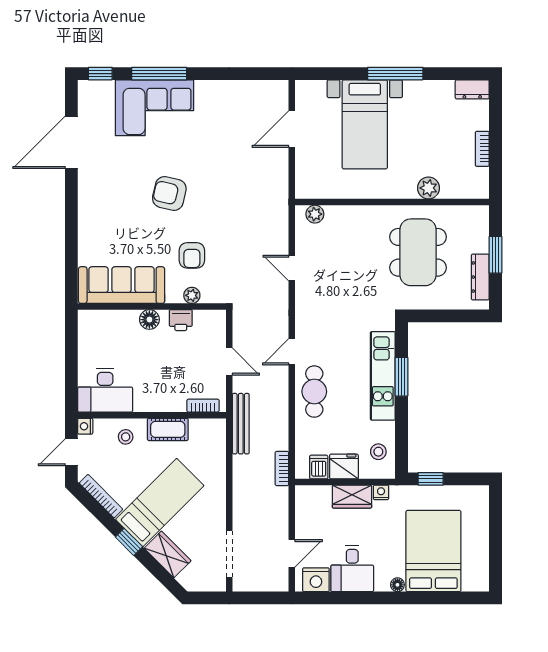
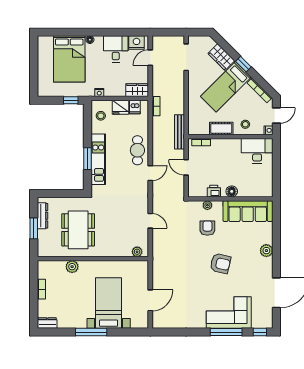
plant: (89, 216) -> (266, 251), added
wardrobe: (352, 497) -> (137, 90), moved

